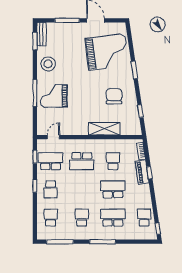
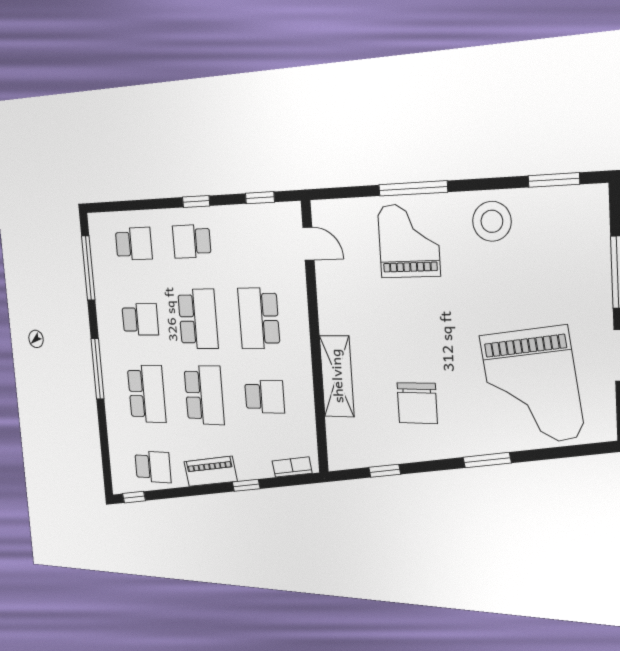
bench: (41, 34) -> (574, 198), removed
chair: (114, 96) -> (417, 403), turned 90
school desk: (51, 161) -> (198, 319), moved
piano: (142, 172) -> (210, 471), moved

